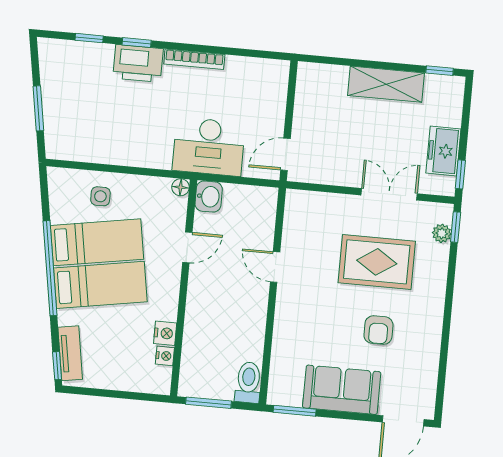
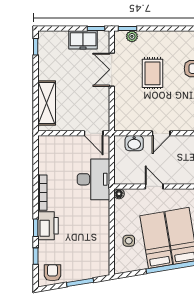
armchair: (59, 64) -> (52, 273), added
shelving: (386, 84) -> (47, 103), moved
washbasin: (209, 197) -> (134, 143), moved, turned 180
rug: (377, 262) -> (152, 73), width x0.73, depth x0.70

